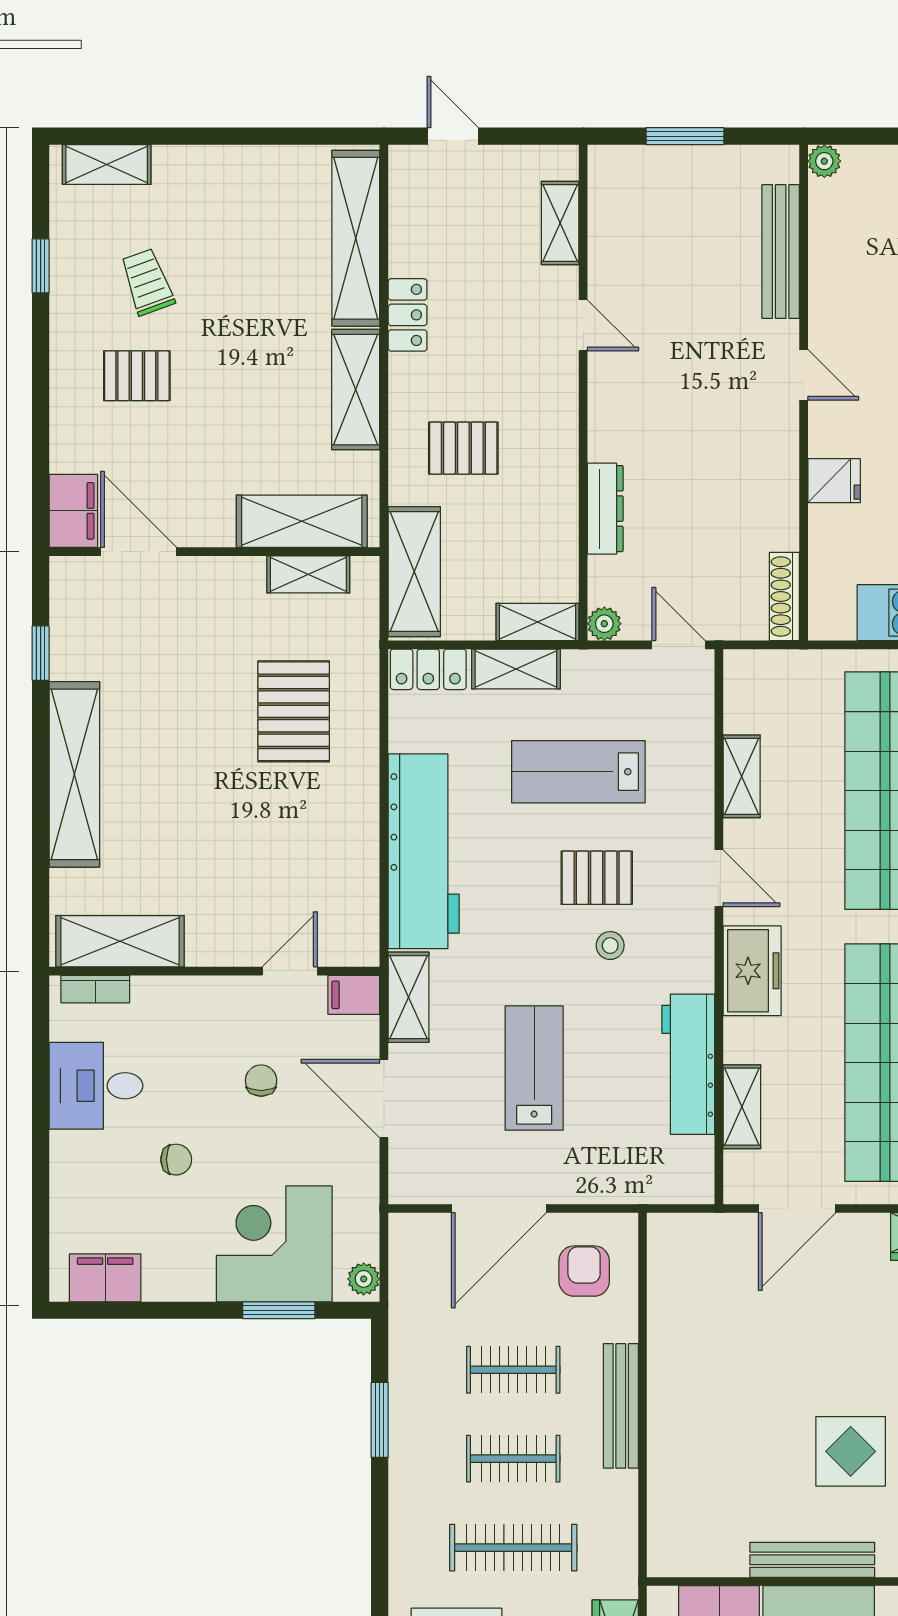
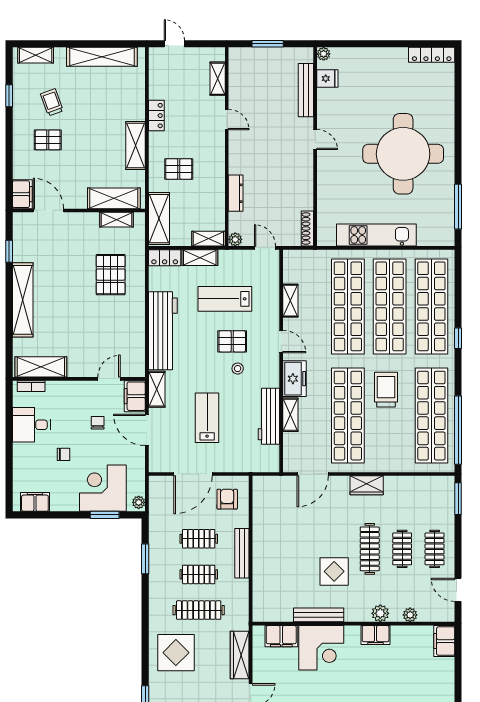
shelving: (356, 238) -> (102, 57), moved, turned 90
fridge: (834, 481) -> (327, 79), moved
filing cabinet: (354, 995) -> (135, 396), width x2.00
shelving: (742, 1107) -> (290, 415), moved

